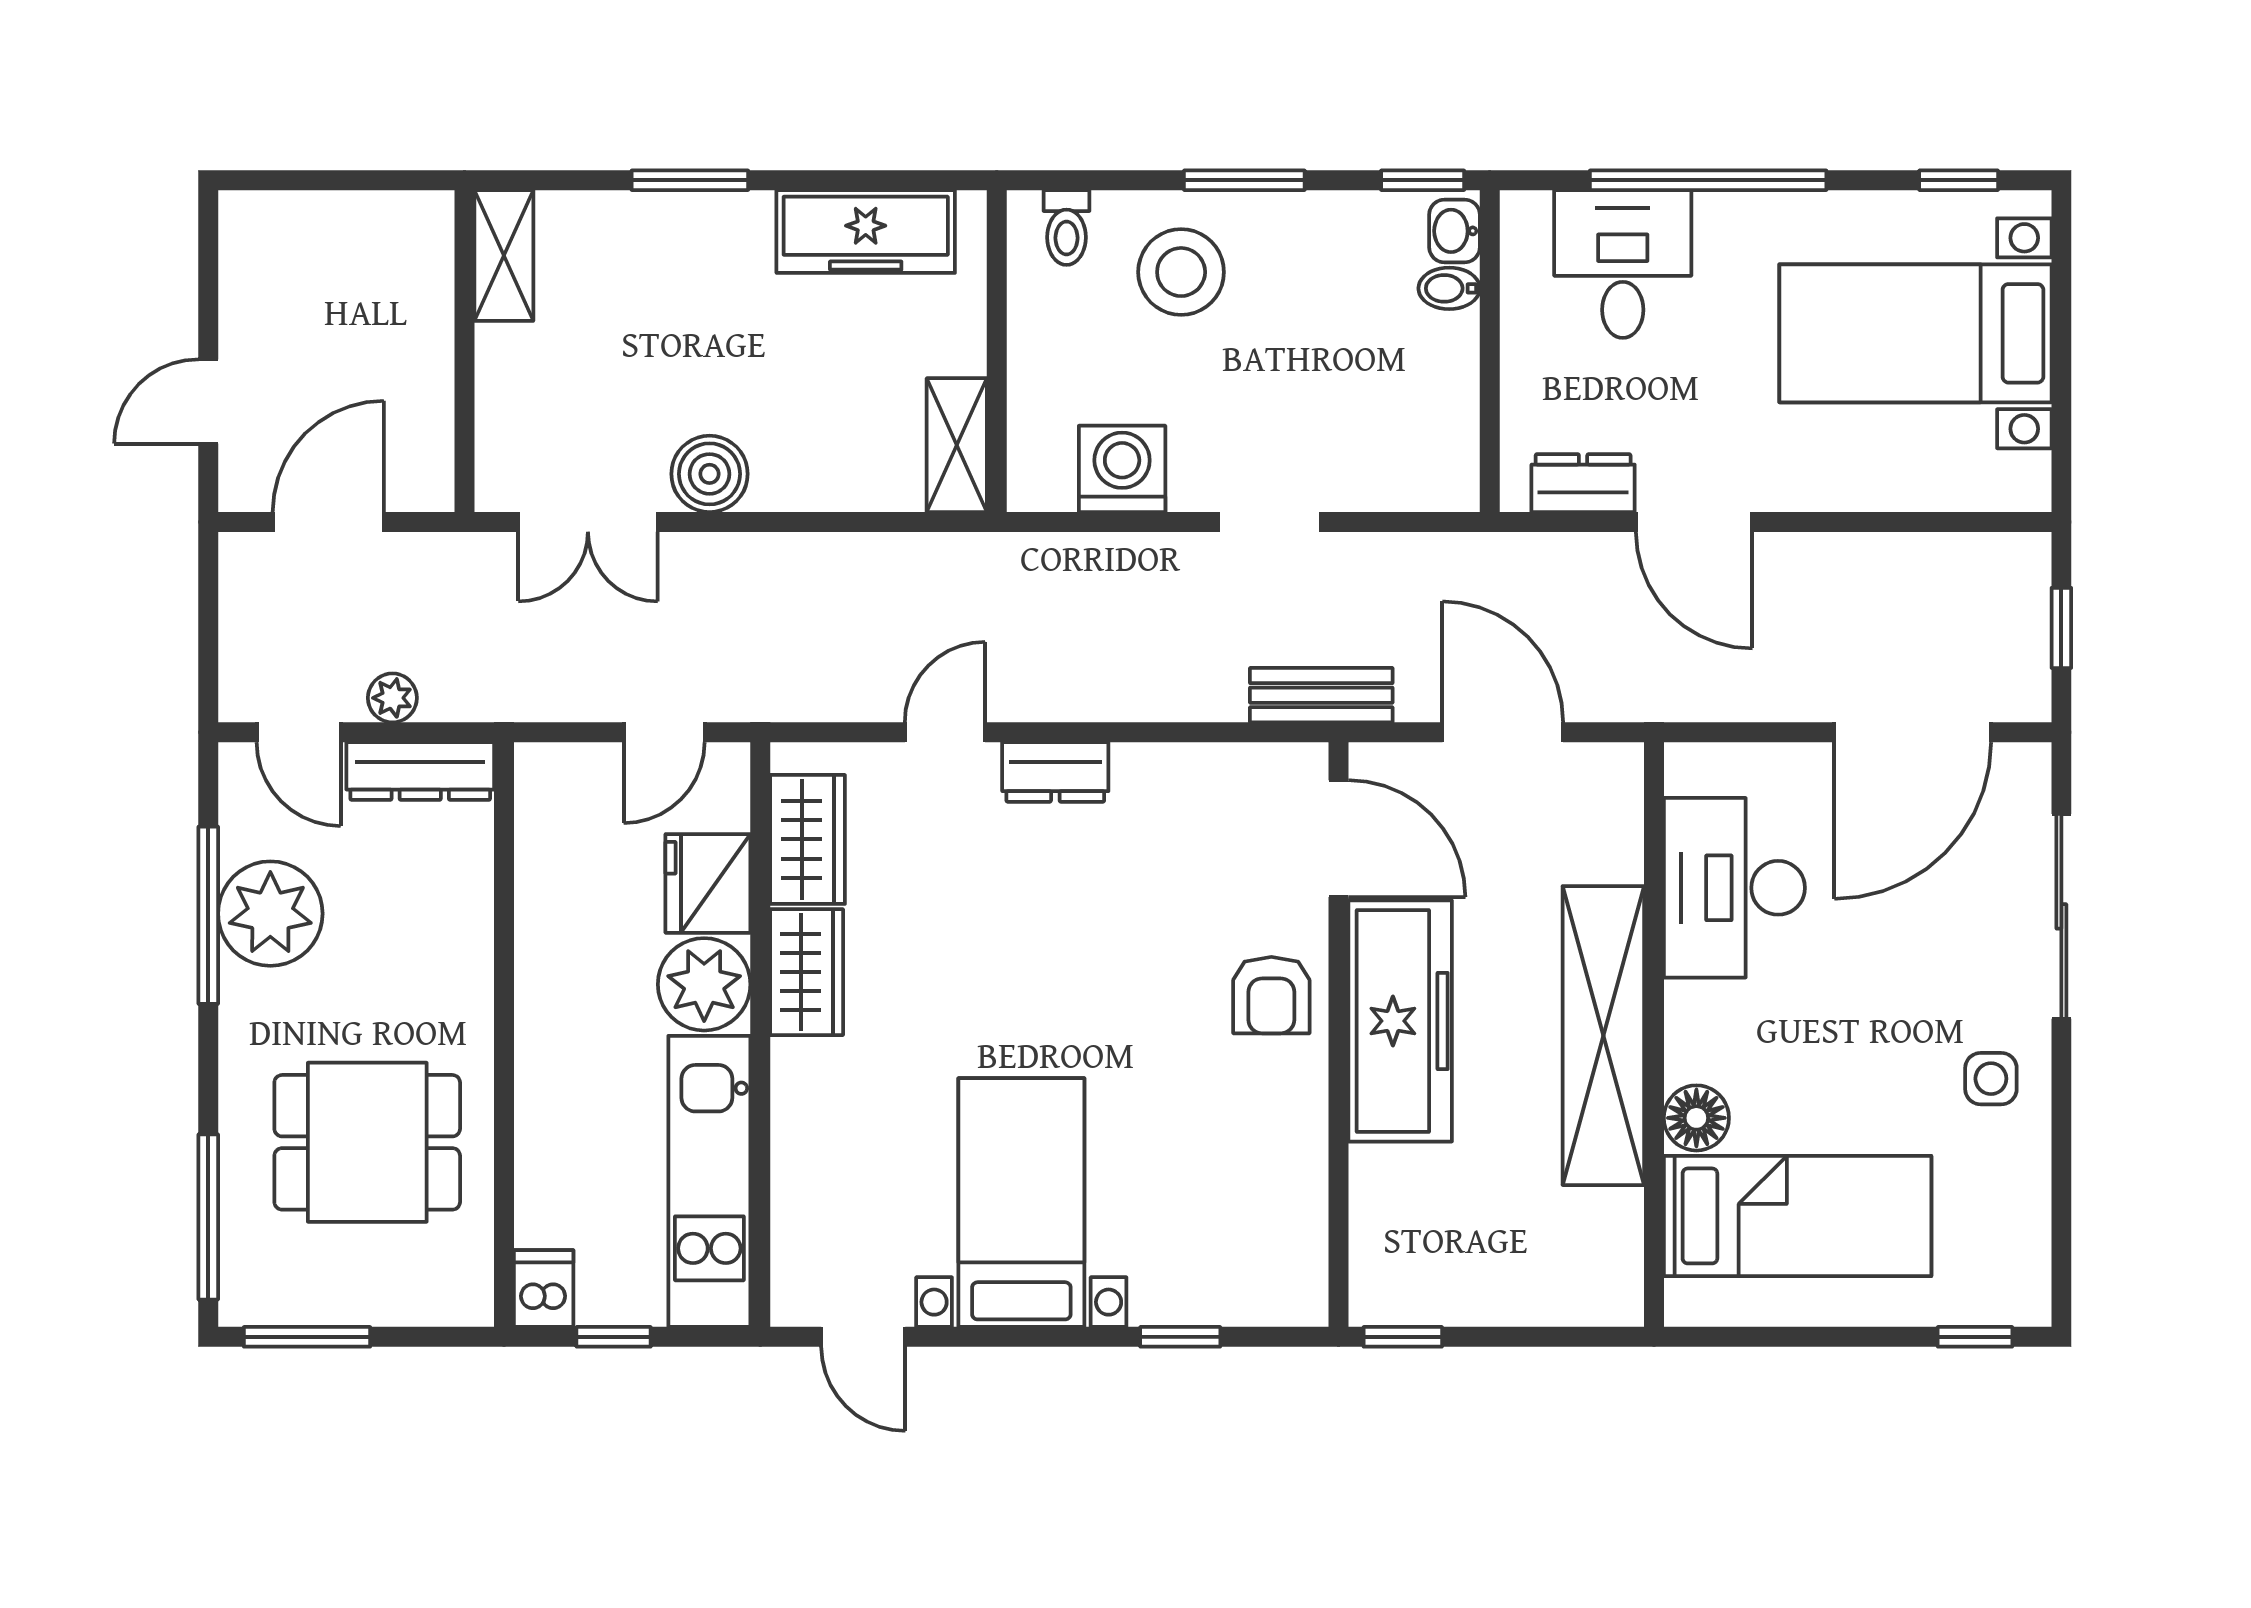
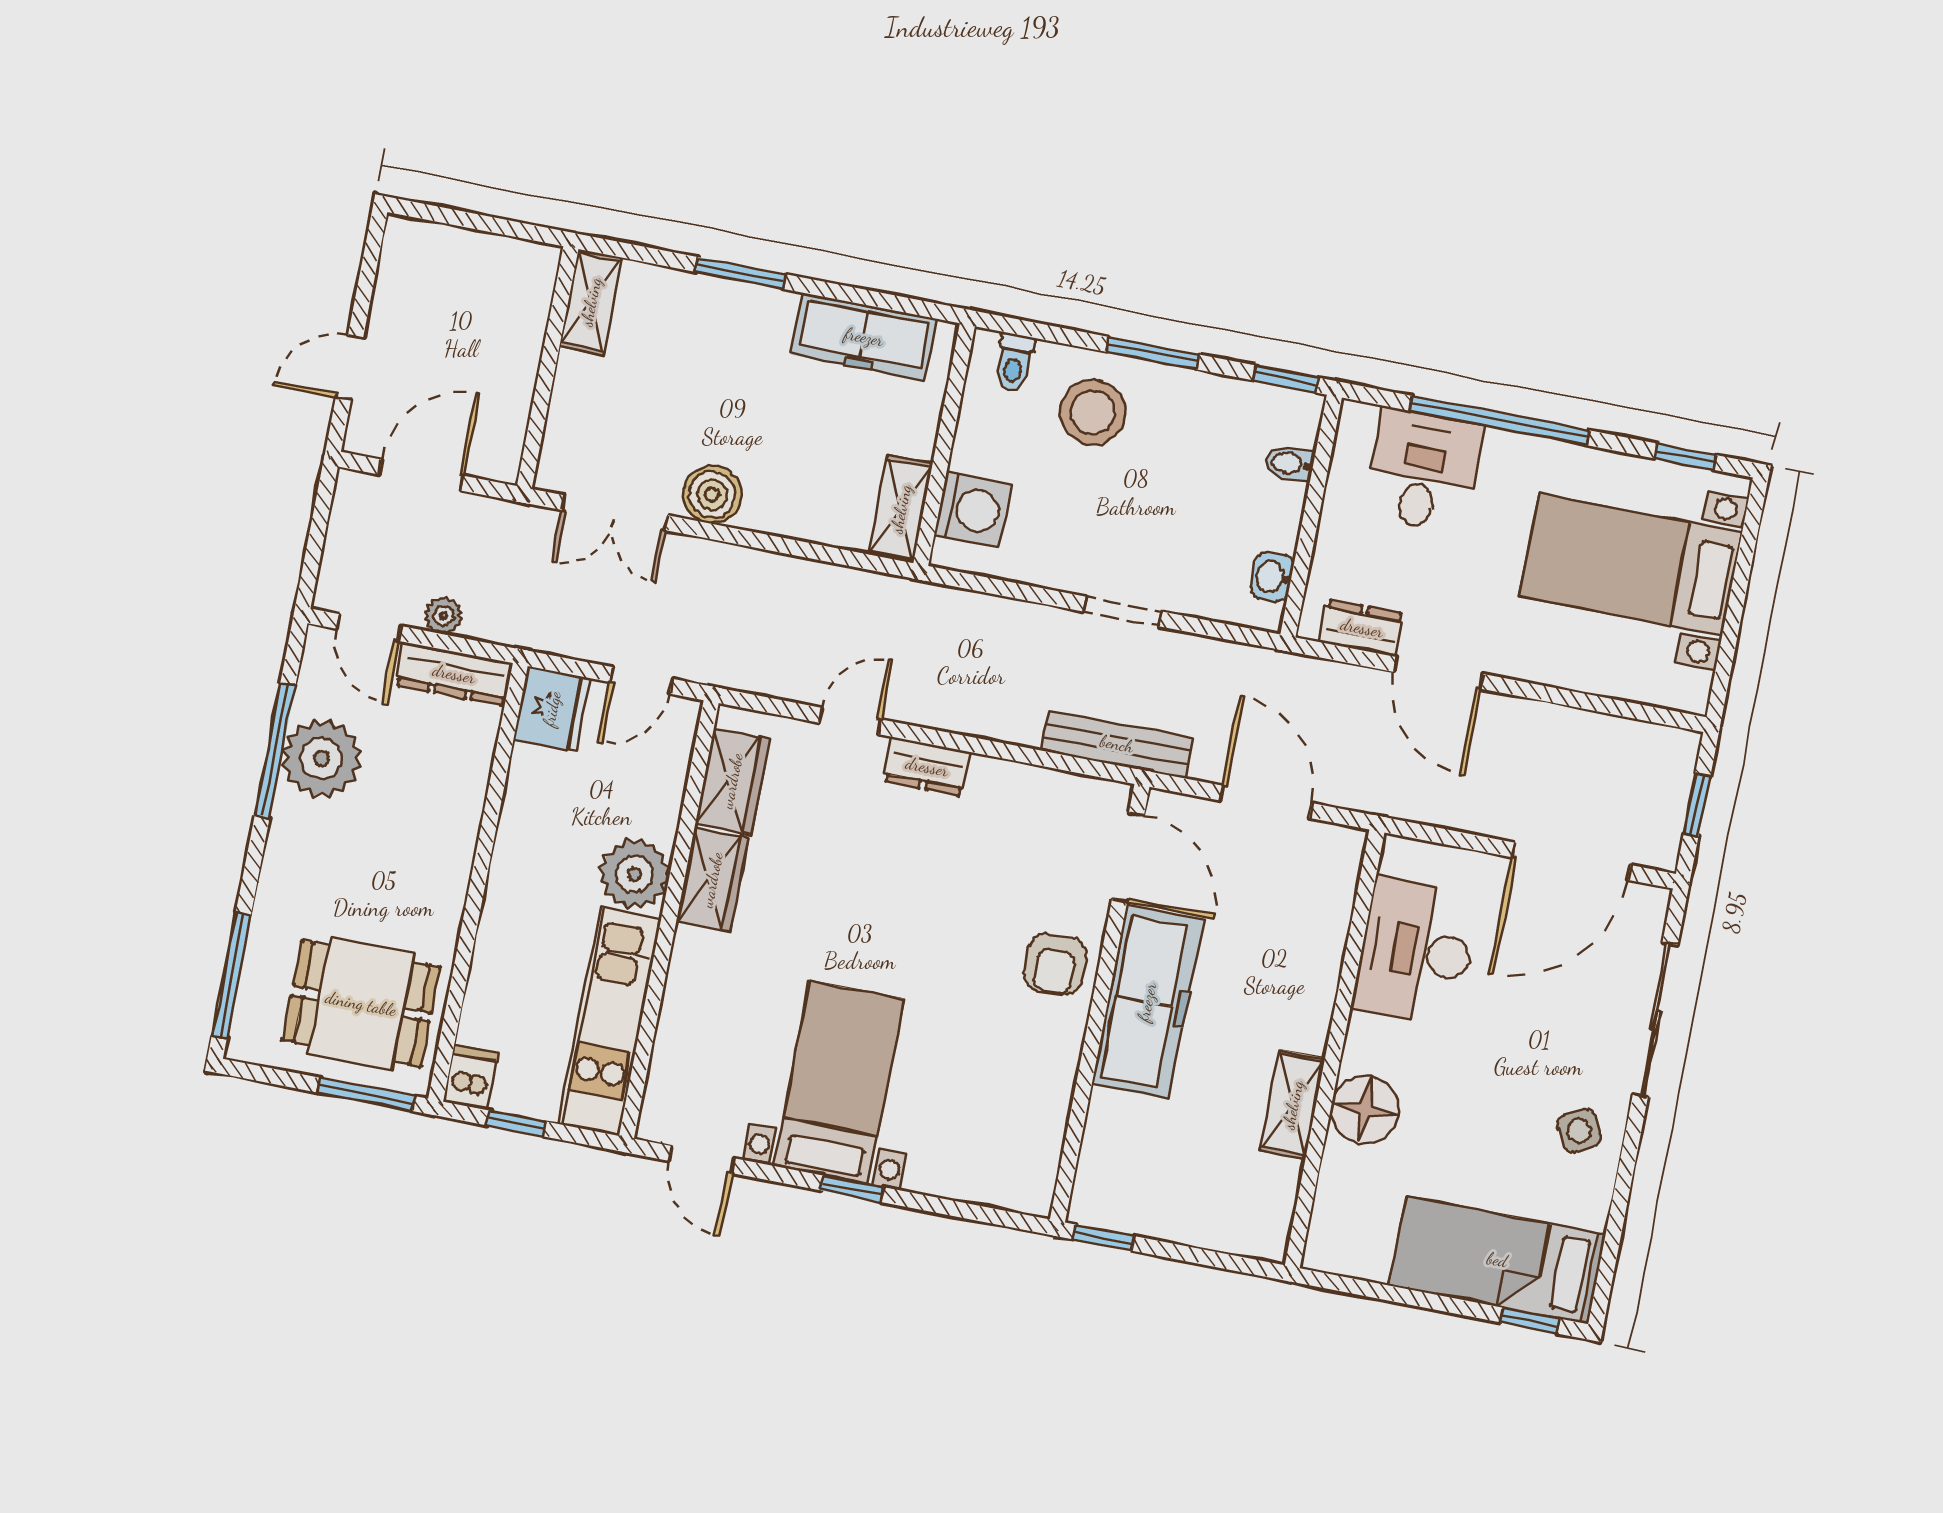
washbasin: (1454, 231) -> (1272, 577), moved
washing machine: (1122, 469) -> (972, 510), moved, turned 90
bench: (1321, 695) -> (1117, 744), width x1.36
fridge: (708, 883) -> (552, 709), moved, turned 180
shelving: (1603, 1036) -> (1293, 1105), width x0.45, depth x0.75
side table: (1991, 1079) -> (1579, 1131), turned -30
floor lamp: (1696, 1118) -> (1365, 1110), width x1.38, depth x1.38
dining table: (367, 1142) -> (361, 1004), moved
bed: (1798, 1216) -> (1497, 1260), moved, turned 180
window: (307, 1337) -> (366, 1094), moved
window: (1180, 1337) -> (852, 1189), moved

